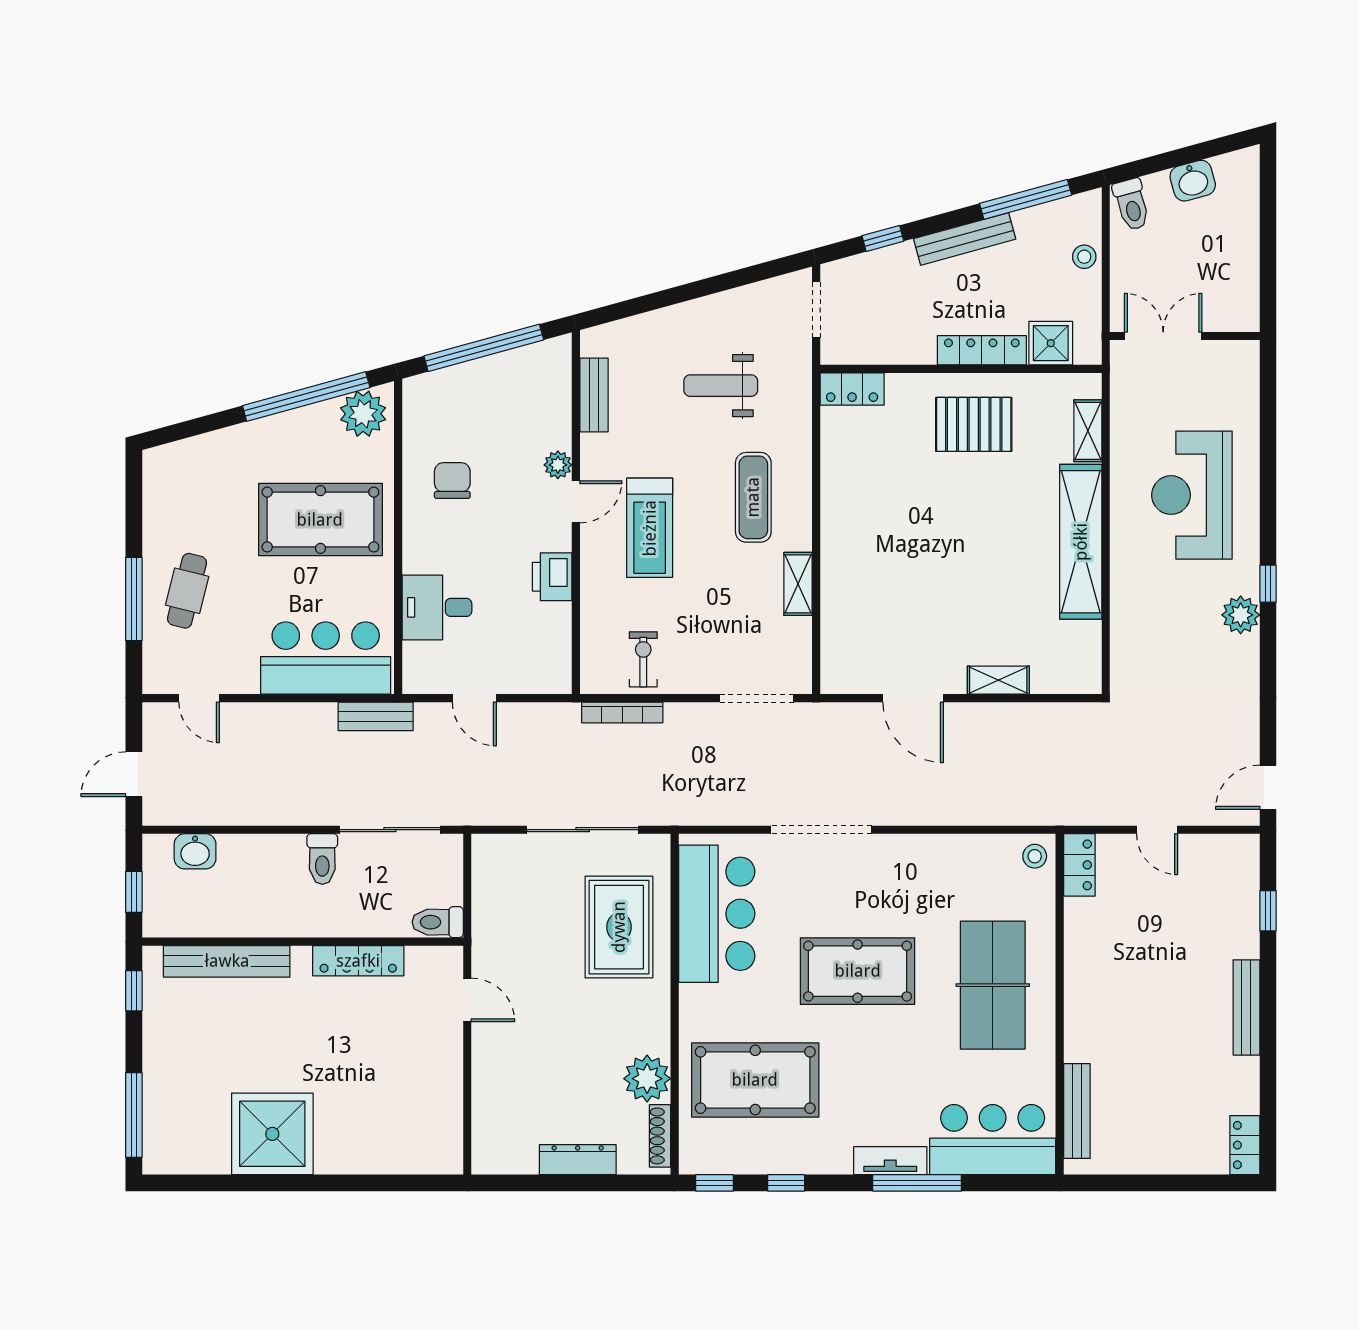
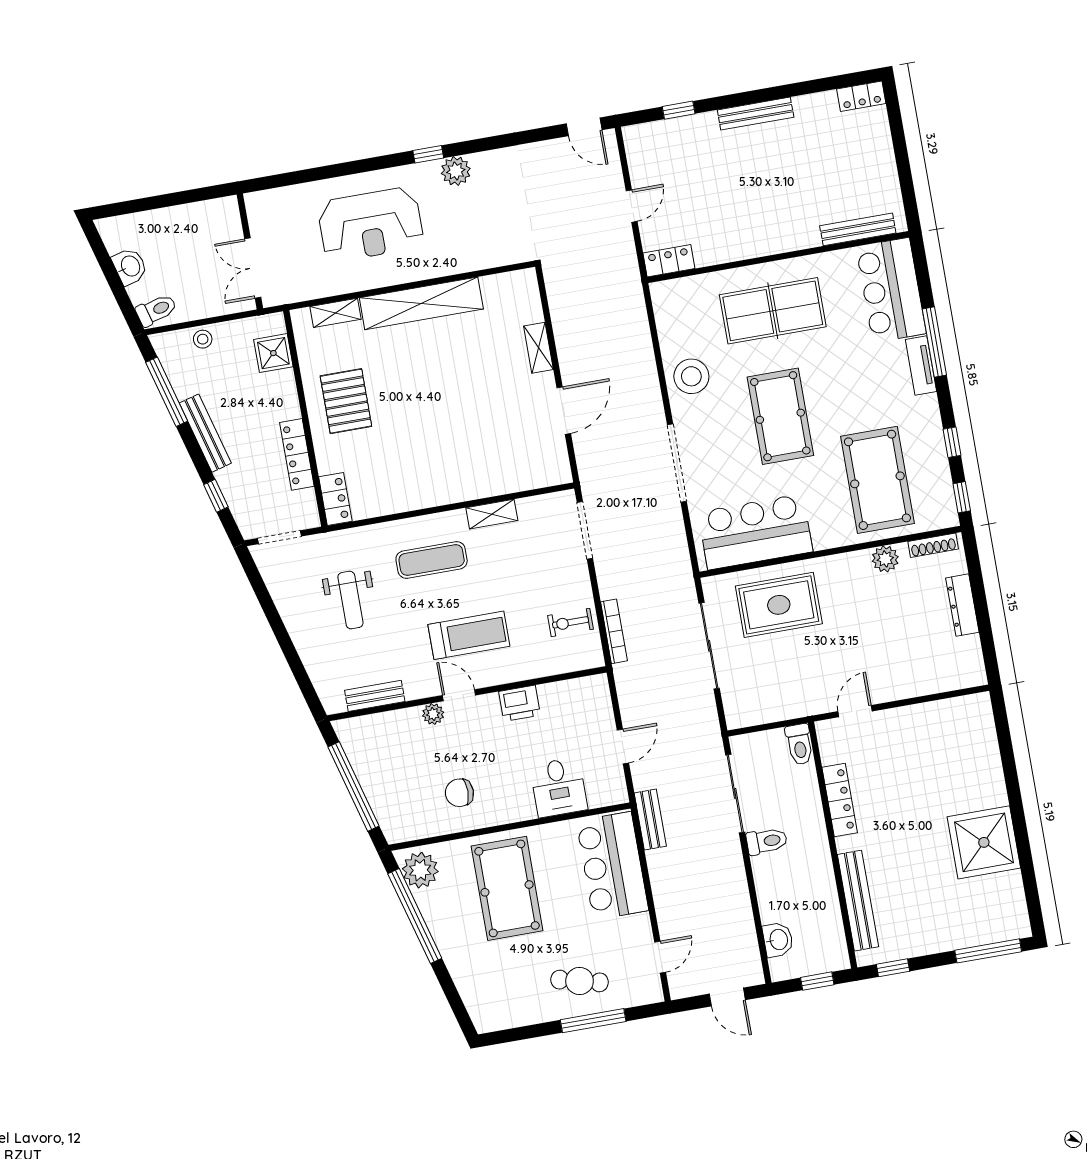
locker: (982, 350) -> (297, 454), moved
stool: (1035, 856) -> (691, 376), moved, width x1.89, depth x1.89
plant: (647, 1079) -> (885, 559), width x0.73, depth x0.73

